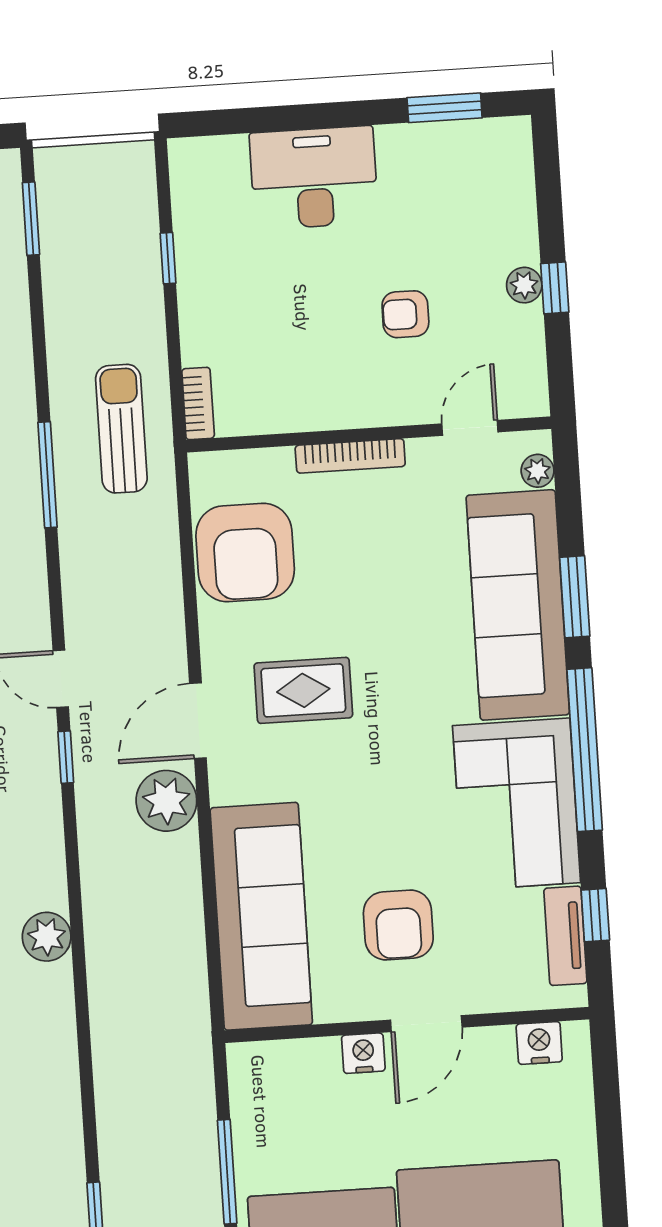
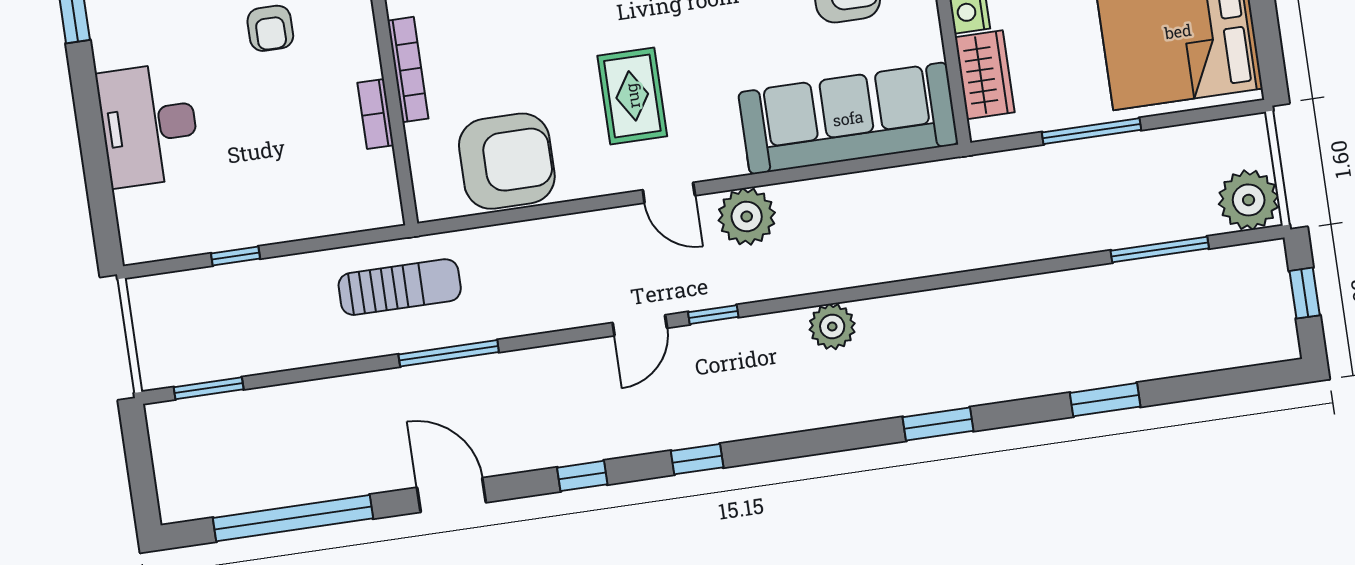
bookcase: (198, 403) -> (375, 114), moved, turned -90
sun lounger: (121, 429) -> (400, 287), turned 180
door: (198, 721) -> (669, 193), width x0.73
plant: (47, 937) -> (832, 326), moved
wardrobe: (296, 1064) -> (985, 75), added

